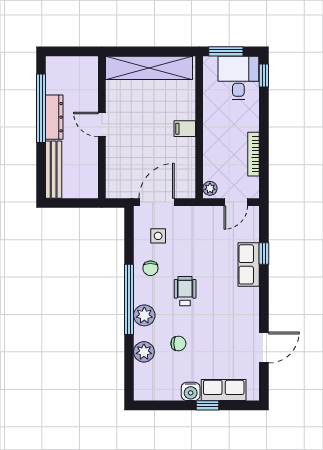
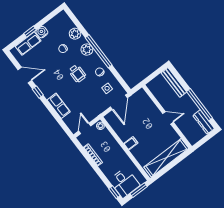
dresser: (54, 117) -> (204, 122), moved
window: (264, 253) -> (38, 92), moved
door: (264, 348) -> (25, 75), swing flipped

